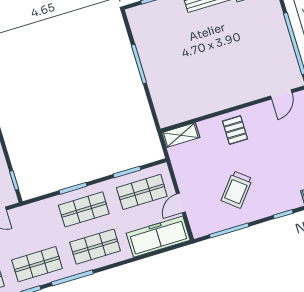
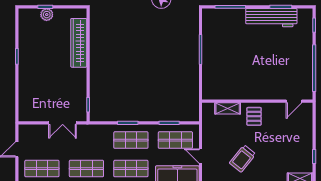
shelving: (181, 135) -> (228, 108), moved
door: (181, 203) -> (200, 156), hinge flipped

